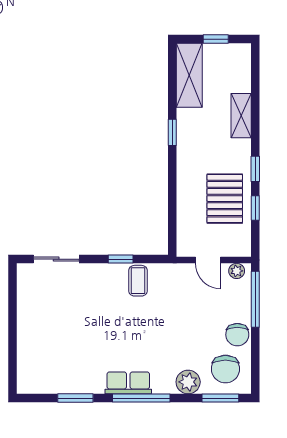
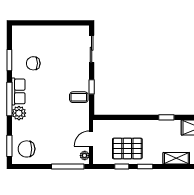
chair: (237, 335) -> (33, 63), moved
plant: (188, 382) -> (19, 113), moved

